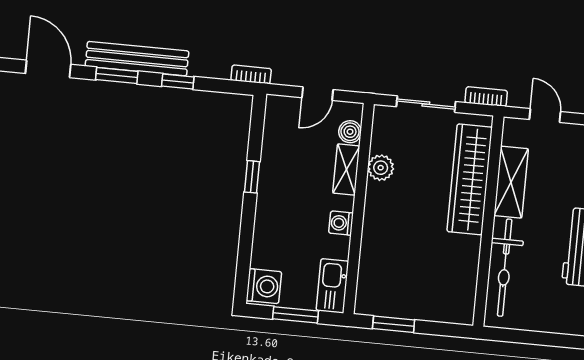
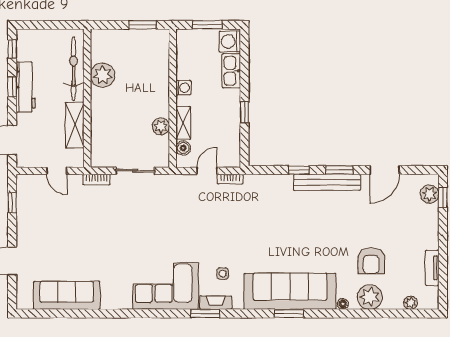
door: (48, 69) -> (385, 170), hinge flipped
bookcase: (251, 74) -> (230, 179), moved
wardrobe: (470, 179) -> (102, 124), removed
plant: (462, 254) -> (103, 75), added
kitchen sink: (332, 286) -> (231, 71), moved, turned 180

